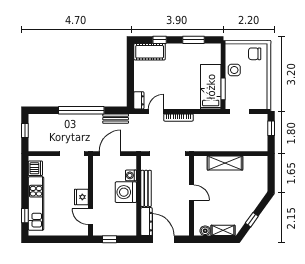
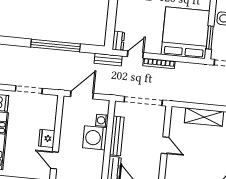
bed: (211, 87) -> (185, 33), width x2.04
bench: (116, 119) -> (108, 60), moved
doorway: (72, 154) -> (29, 90), moved

